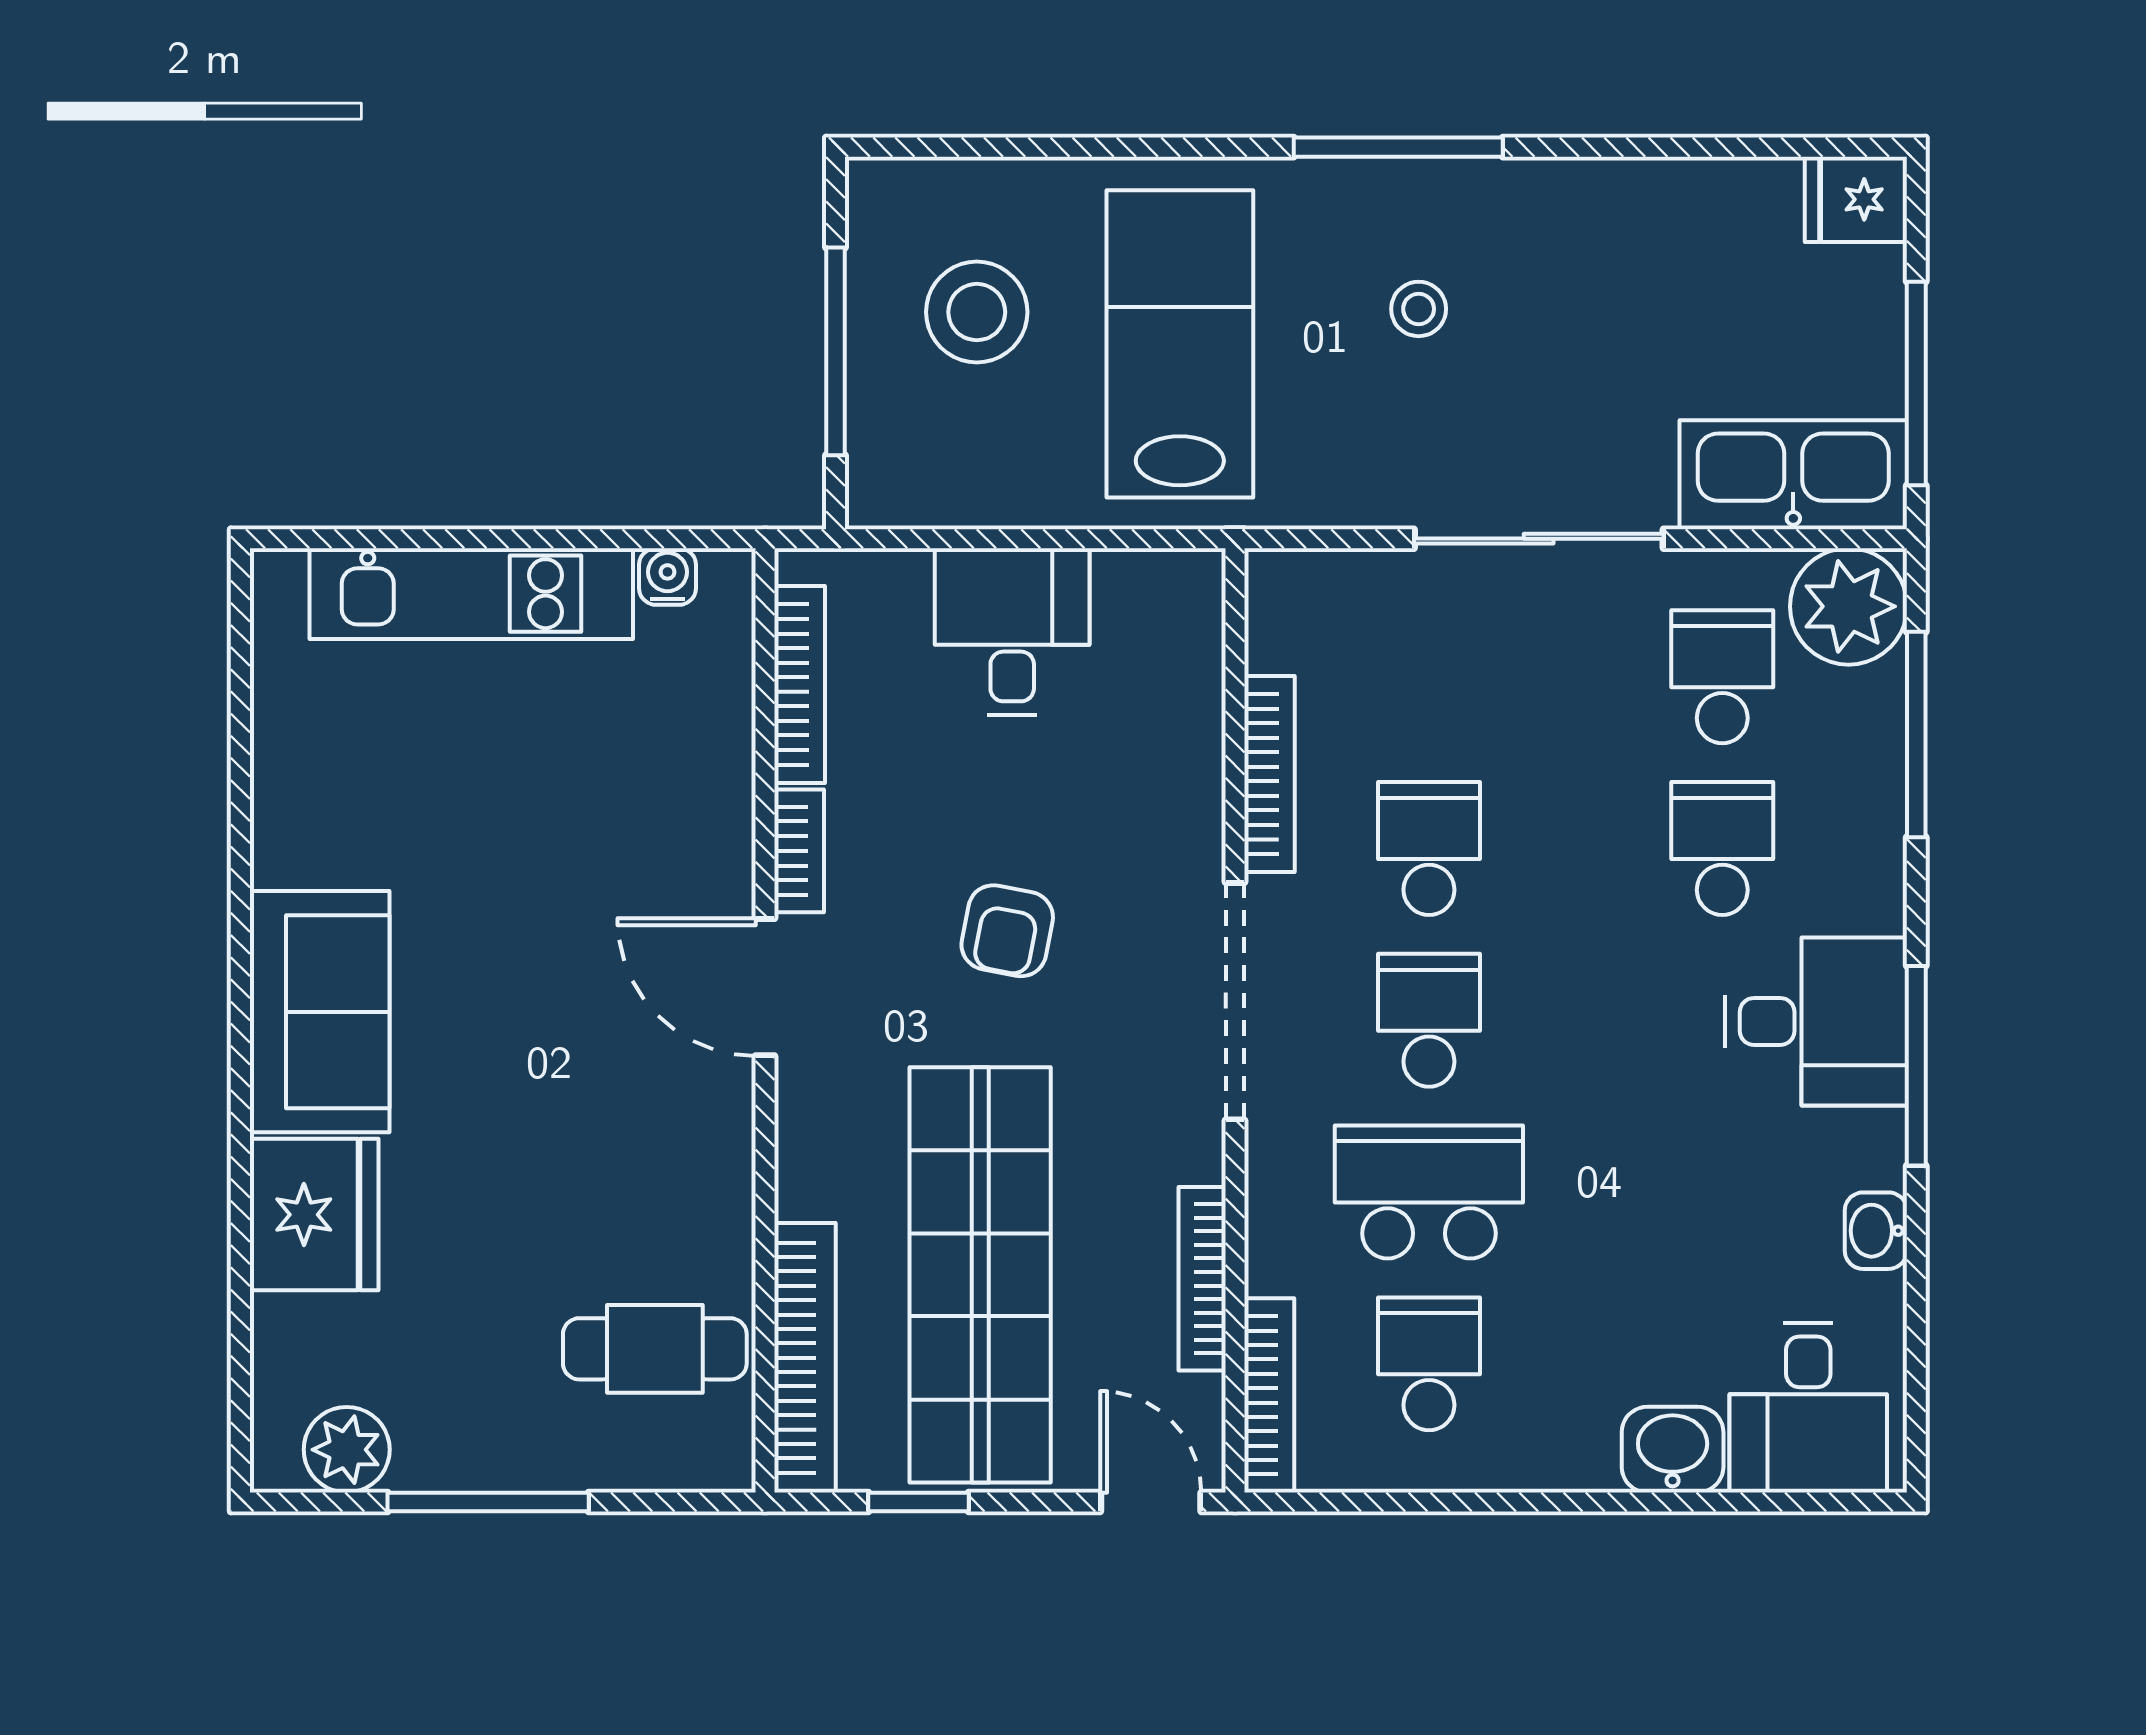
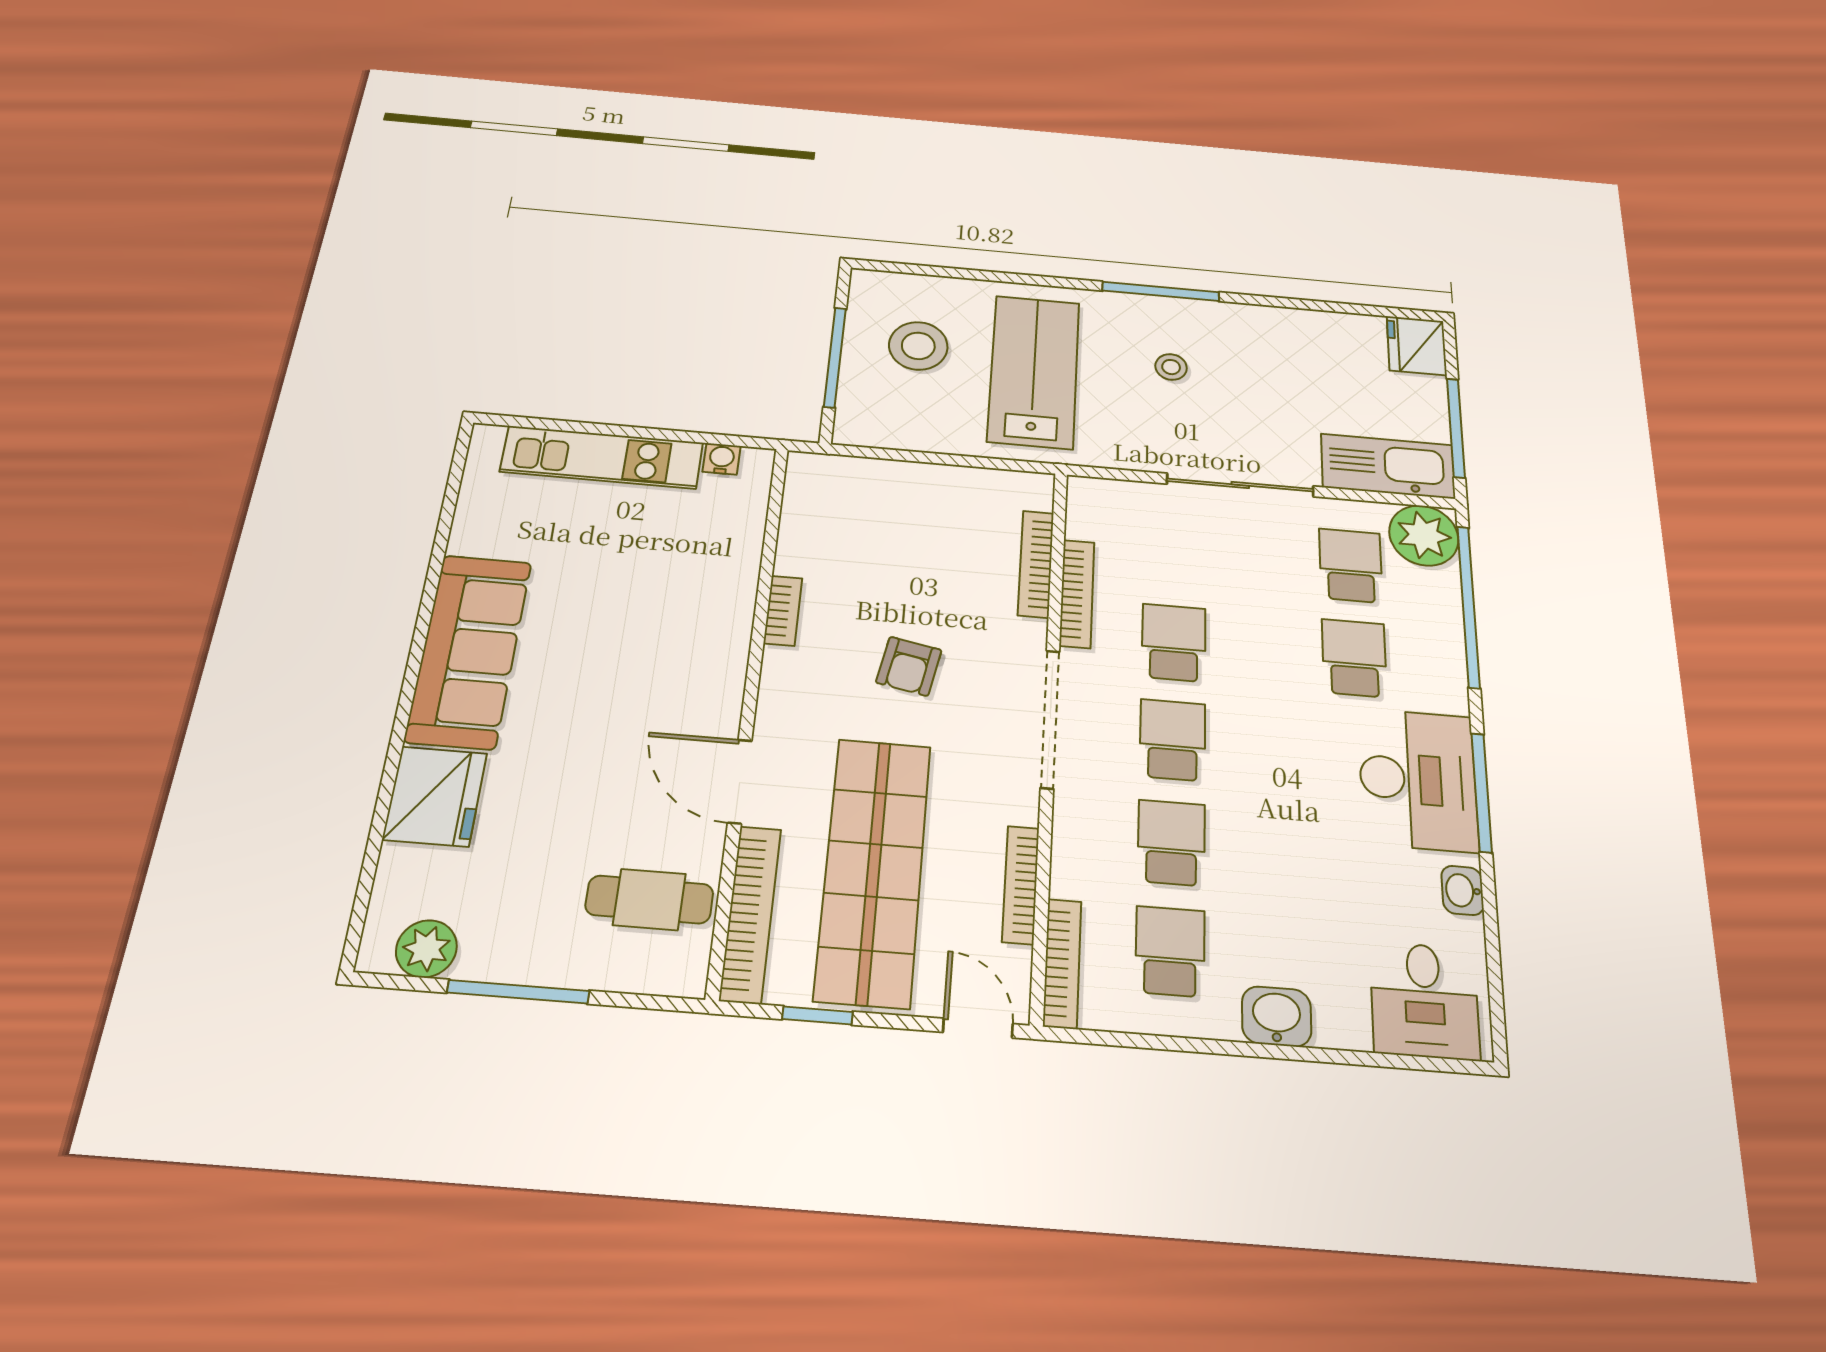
fridge: (1856, 199) -> (1417, 346), width x1.38
desk: (1012, 631) -> (925, 505), removed
bookcase: (800, 684) -> (1036, 564), moved, turned 180
window: (1916, 734) -> (1469, 606), width x1.46
door: (765, 987) -> (740, 781), moved
sofa: (320, 1012) -> (469, 651), width x1.36
desk: (1816, 1021) -> (1418, 779), width x1.37
school desk: (1429, 1192) -> (1171, 843), width x0.54
washbasin: (1673, 1450) -> (1277, 1016), moved

